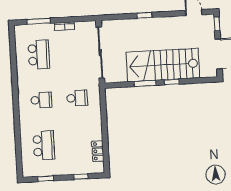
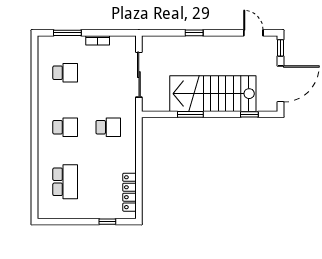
sliding door: (100, 53) -> (139, 75), width x0.73
school desk: (39, 55) -> (65, 73), width x0.54
window: (172, 82) -> (249, 114), moved
locker: (98, 151) -> (129, 192), width x1.53
window: (46, 179) -> (65, 222), removed

